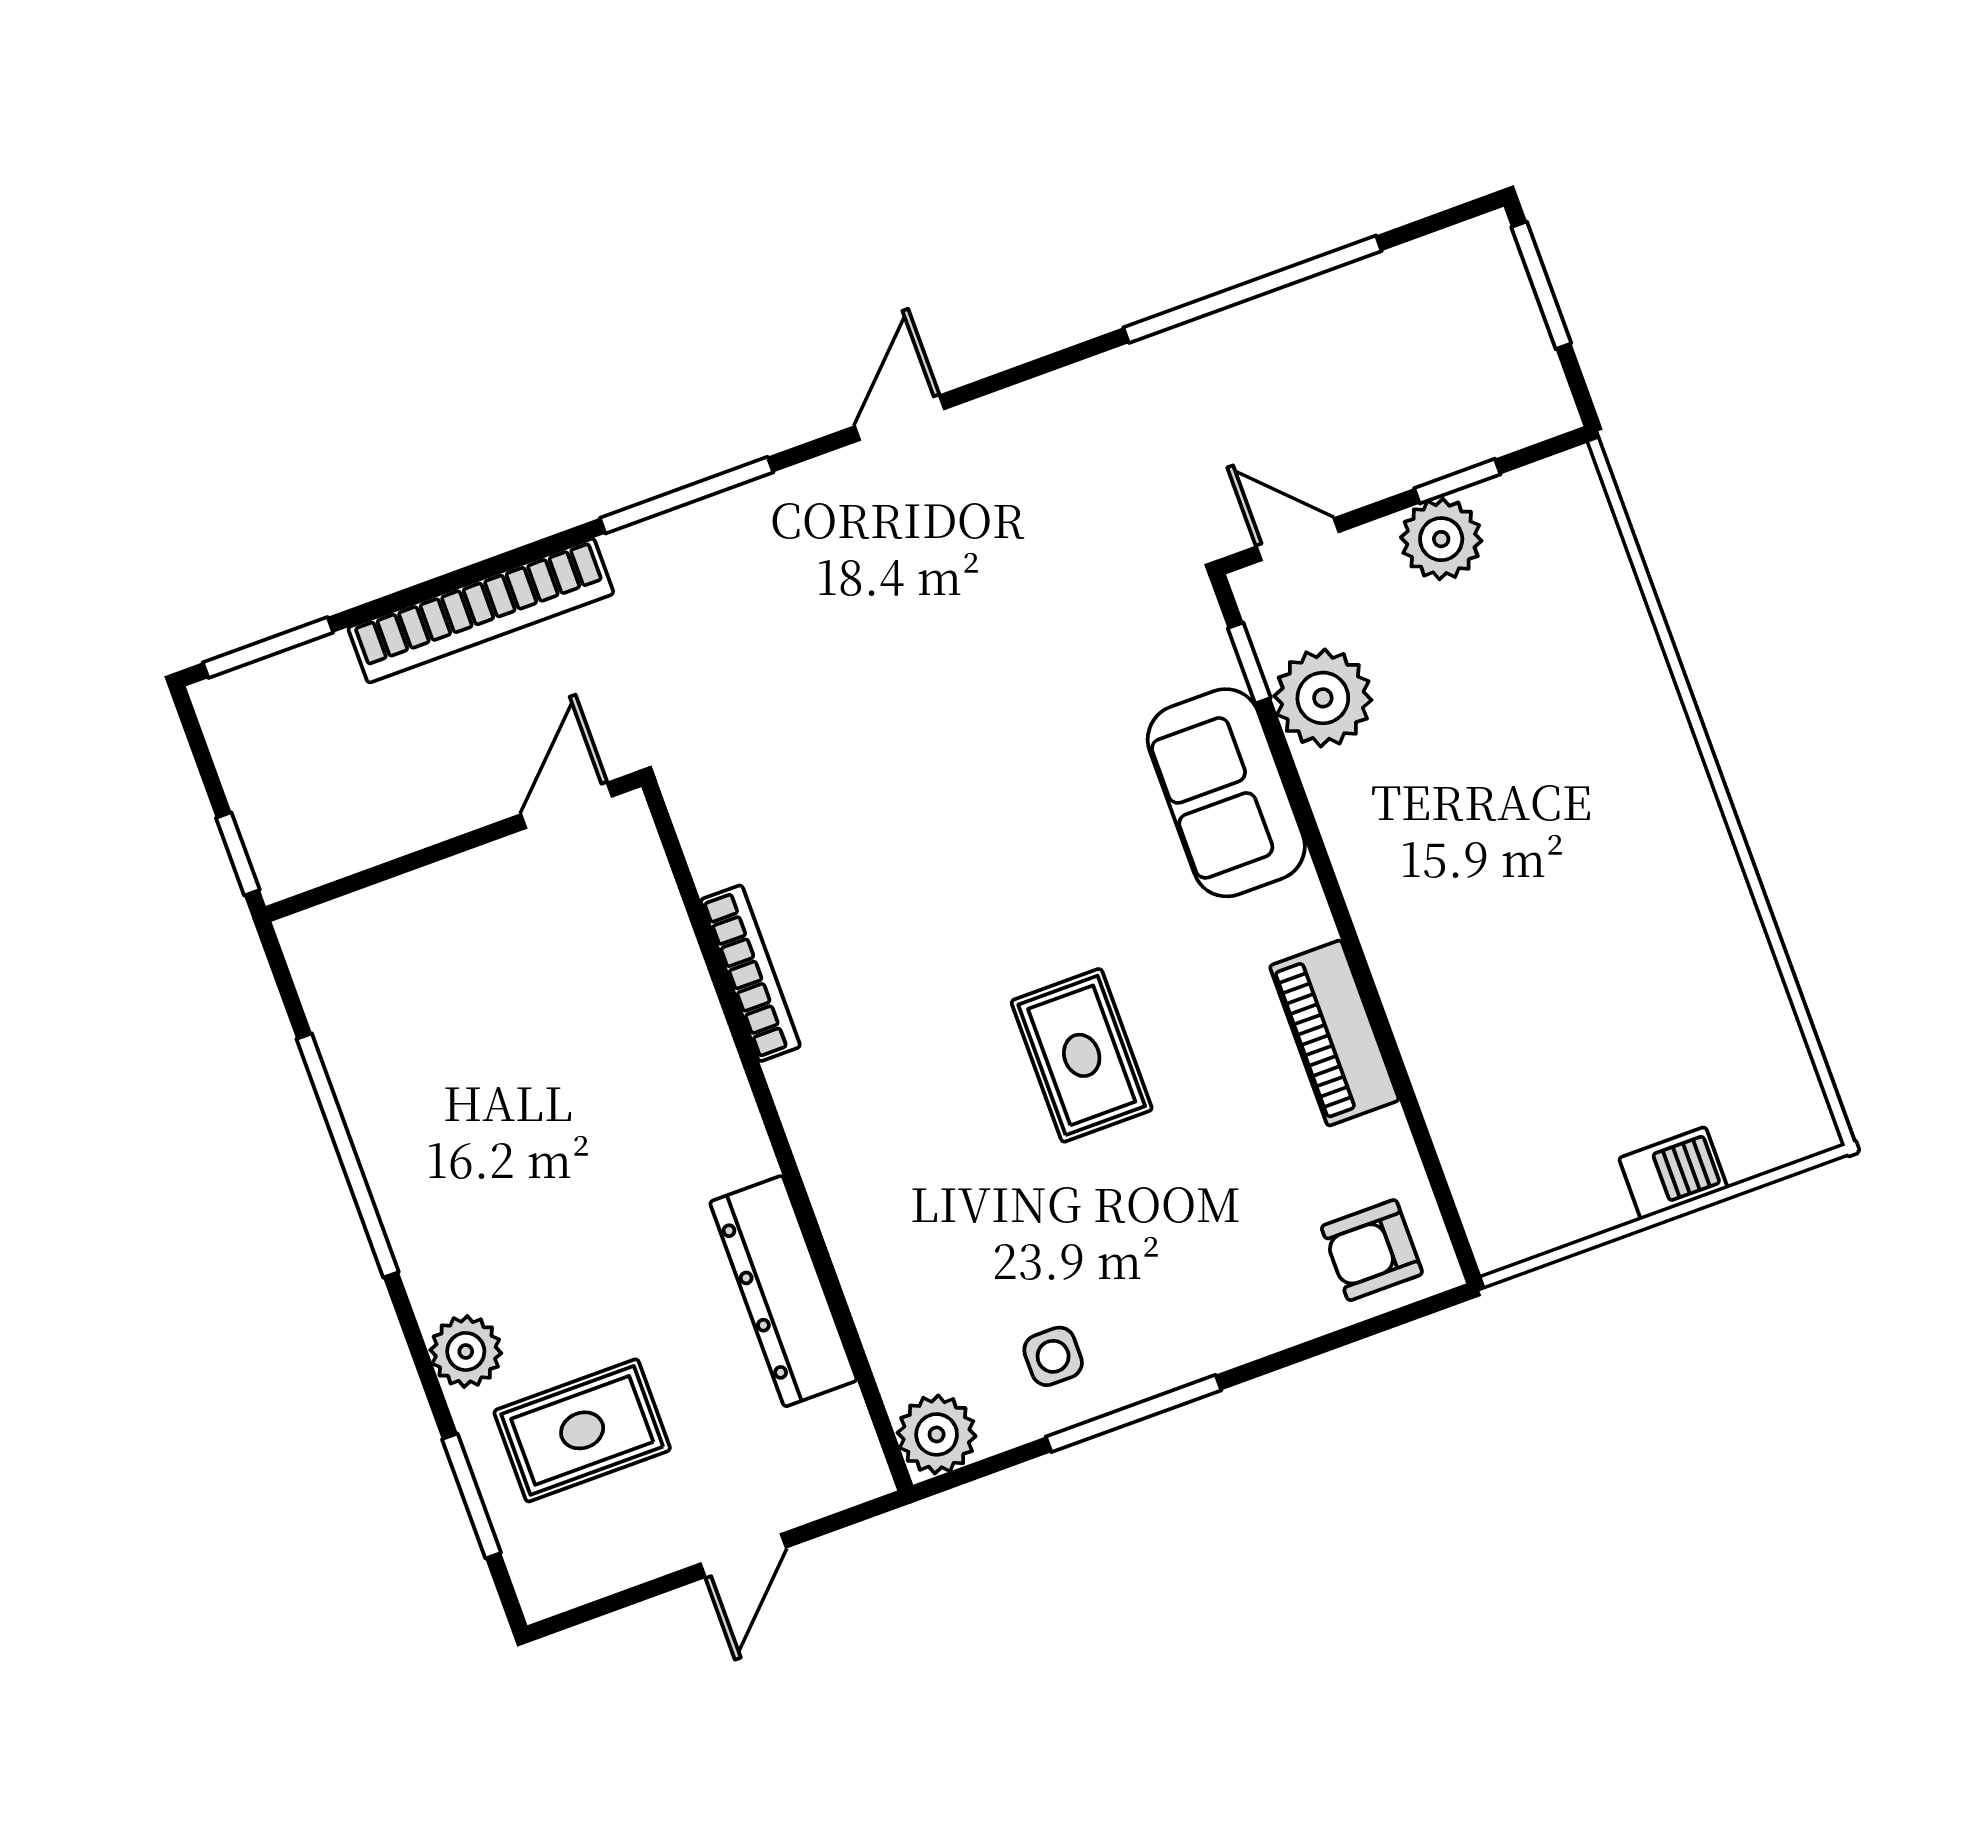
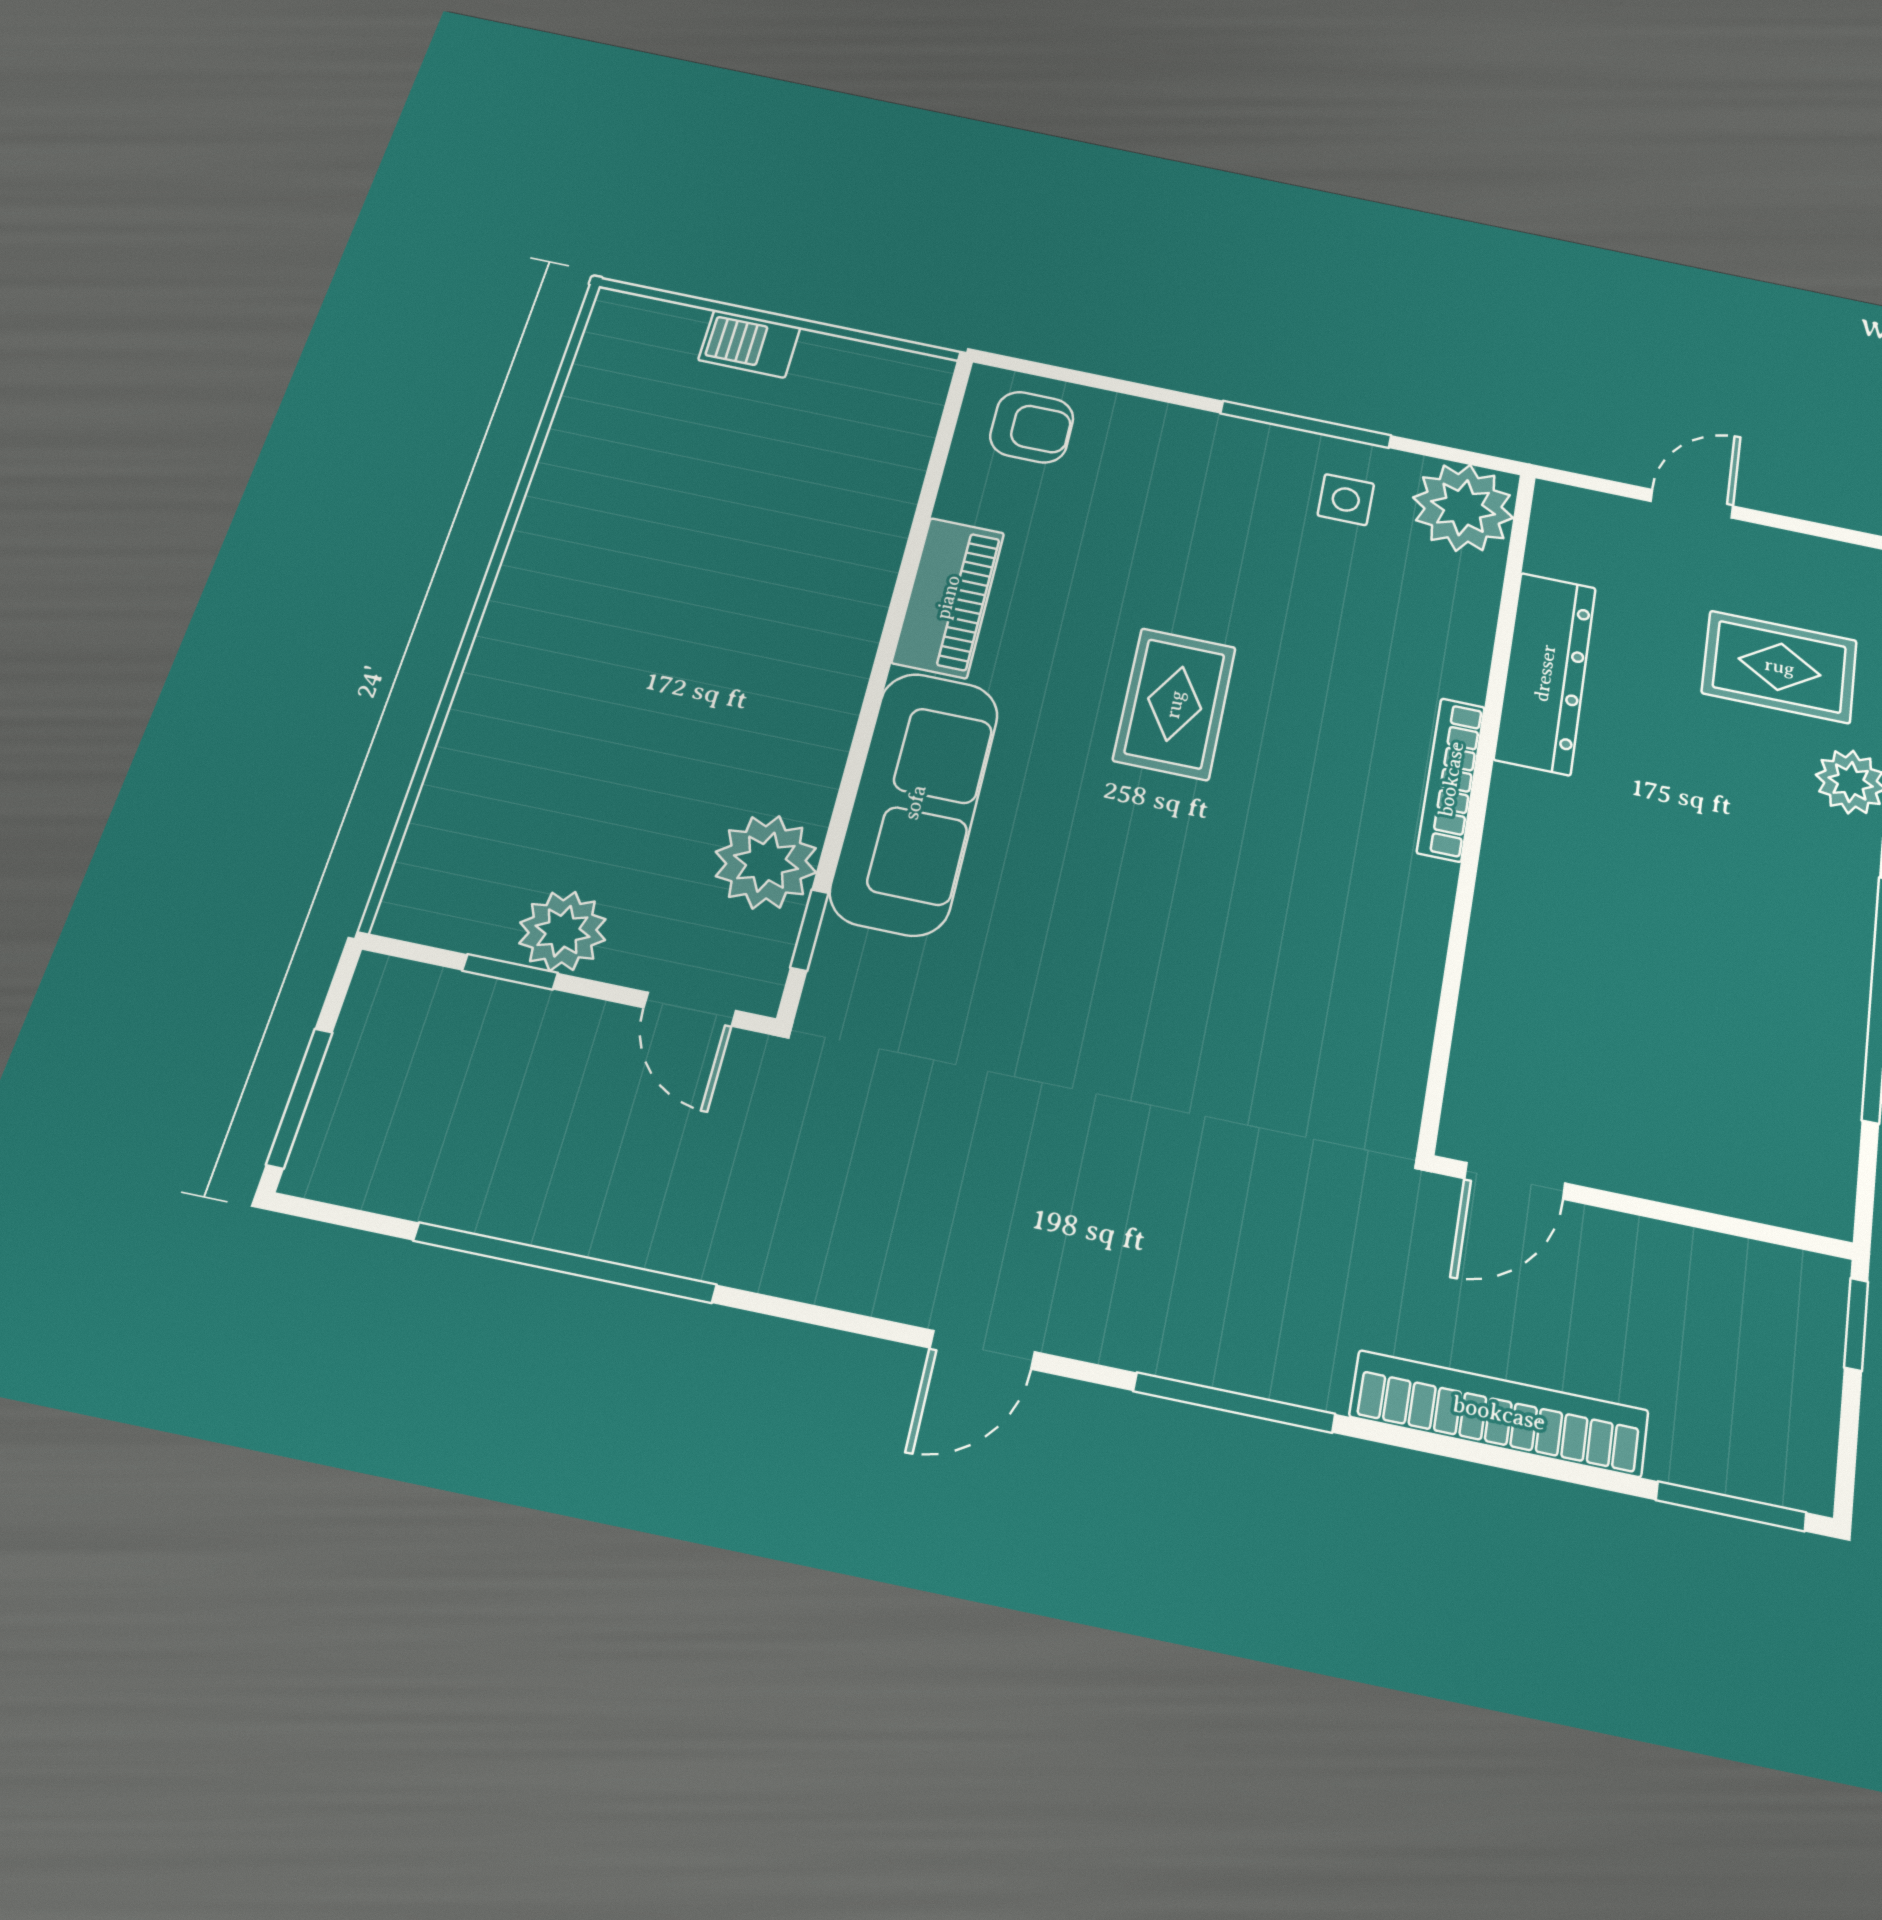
sofa: (1226, 793) -> (915, 802), width x1.36
bookcase: (750, 973) -> (1451, 779), moved
plant: (937, 1434) -> (1463, 508), width x1.36, depth x1.36

